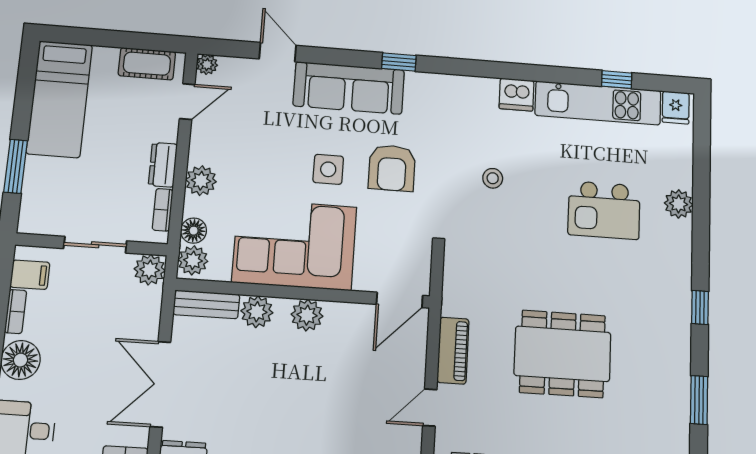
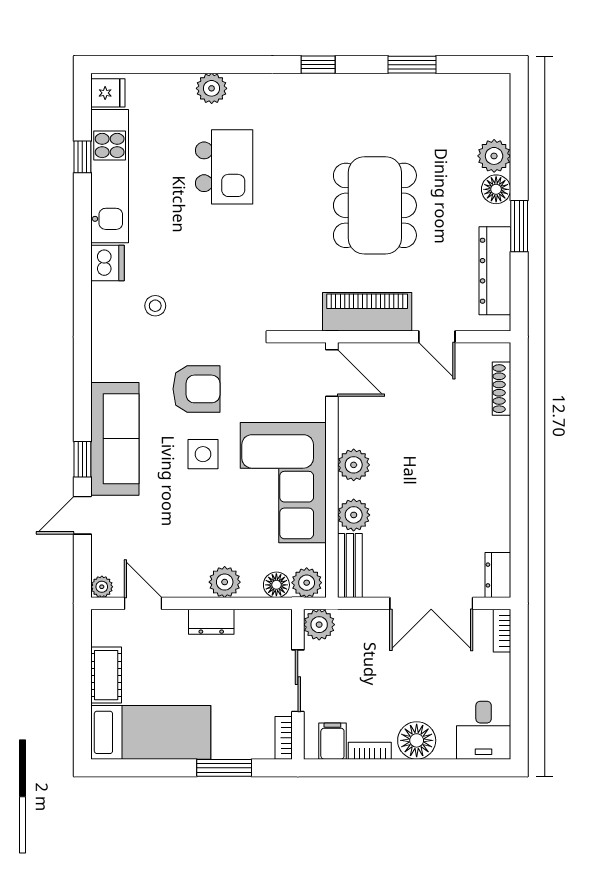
window: (399, 62) -> (82, 459), moved
cot: (147, 64) -> (106, 675), moved
stool: (493, 178) -> (155, 306), moved
bookcase: (163, 210) -> (284, 738), moved, turned 90
piano: (453, 351) -> (367, 312), width x1.37, depth x1.33

